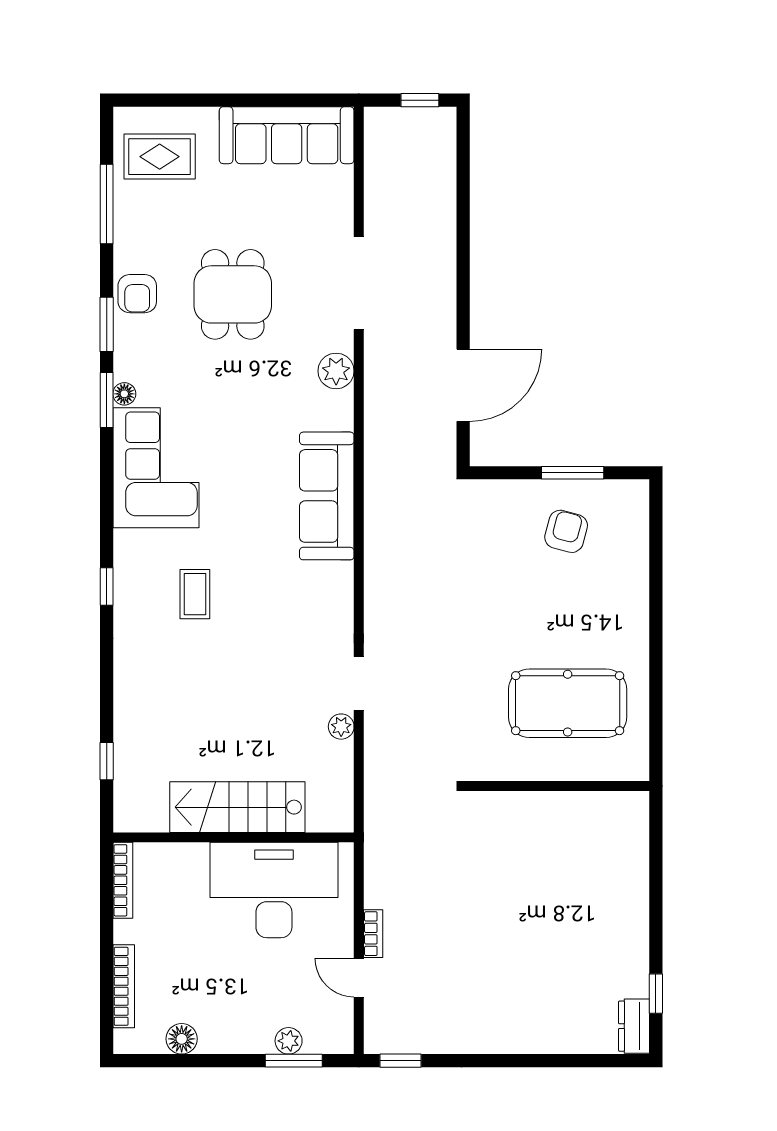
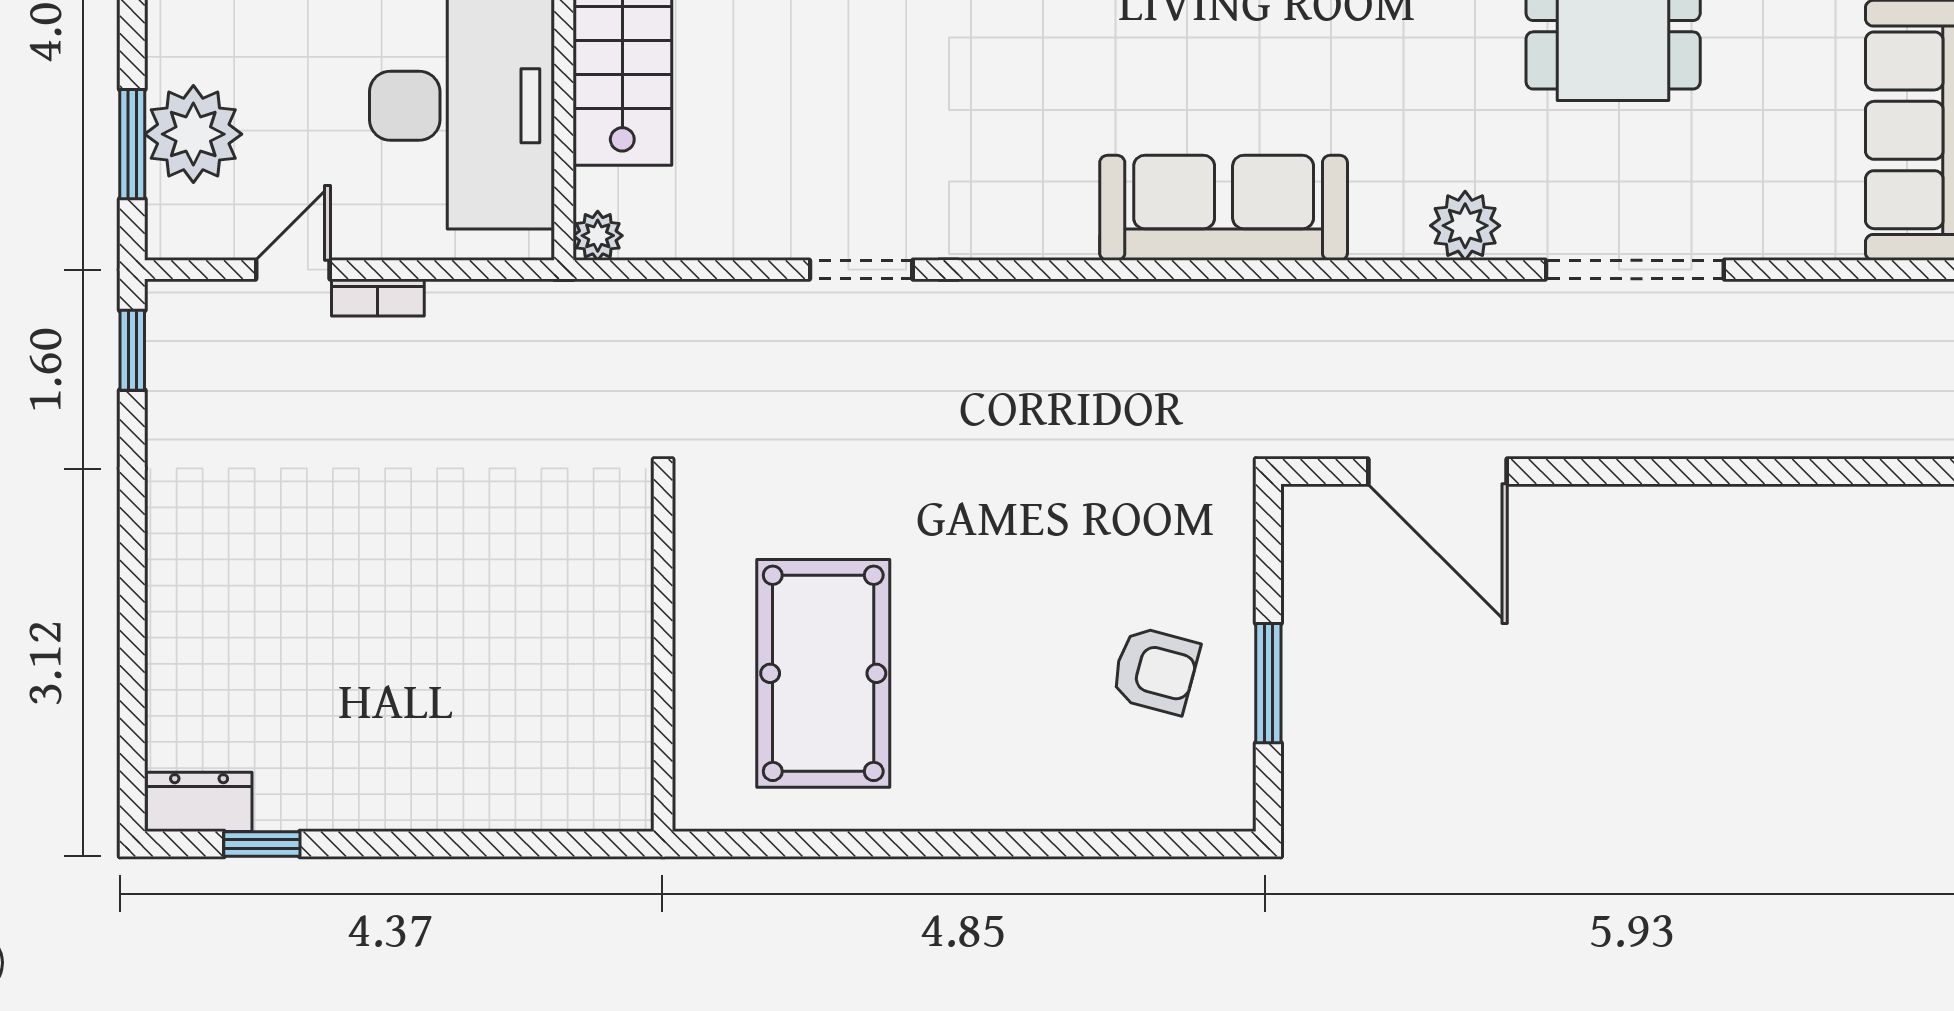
plant: (341, 727) -> (598, 236), moved
plant: (289, 1041) -> (193, 134), width x1.87, depth x1.87

